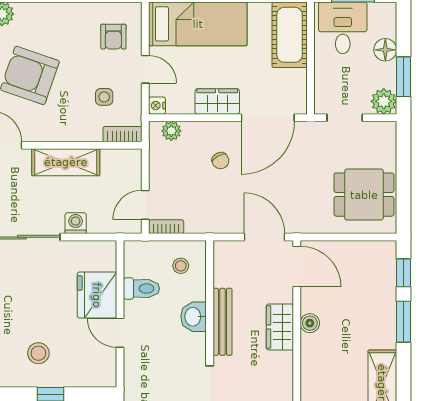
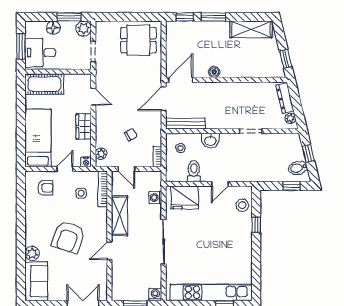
door: (268, 118) -> (93, 97), width x0.53
bookcase: (122, 134) -> (103, 189), width x1.56
chair: (220, 161) -> (131, 135), moved
dining table: (364, 195) -> (138, 40), turned 90
door: (145, 205) -> (126, 169), moved
washing machine: (76, 223) -> (155, 197), moved
fridge: (97, 295) -> (185, 197), moved
bench: (222, 322) -> (185, 124), moved
wardrobe: (280, 327) -> (217, 90), removed
stool: (38, 353) -> (242, 205), moved

